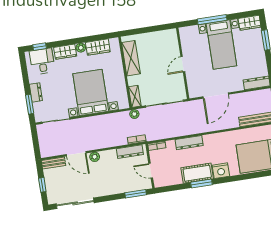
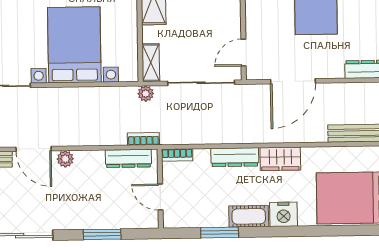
door: (183, 64) -> (243, 53), moved
wardrobe: (215, 140) -> (280, 159), added
cot: (197, 173) -> (249, 216), width x0.73, depth x0.75
window: (201, 183) -> (220, 232), moved
window: (136, 194) -> (102, 234), moved

